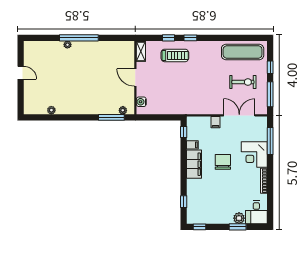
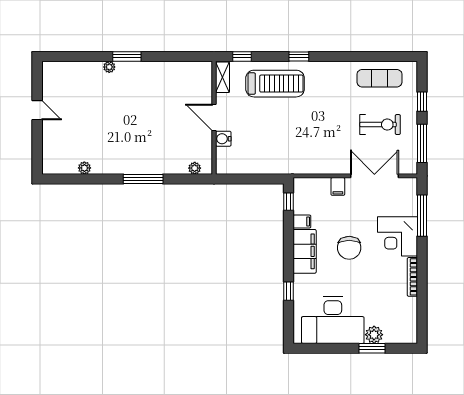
window: (79, 38) -> (127, 56), width x0.47
window: (169, 38) -> (242, 56), moved
exercise mat: (243, 52) -> (379, 78), width x0.73, depth x0.69
treadmill: (175, 55) -> (275, 84), width x1.37, depth x1.38
water cooler: (141, 102) -> (223, 139), moved
window: (111, 117) -> (143, 179), moved
chair: (223, 162) -> (349, 248), turned 180
window: (184, 202) -> (289, 291), moved
desk: (256, 212) -> (333, 320), moved, width x1.87, depth x1.30
window: (199, 227) -> (313, 348), removed

